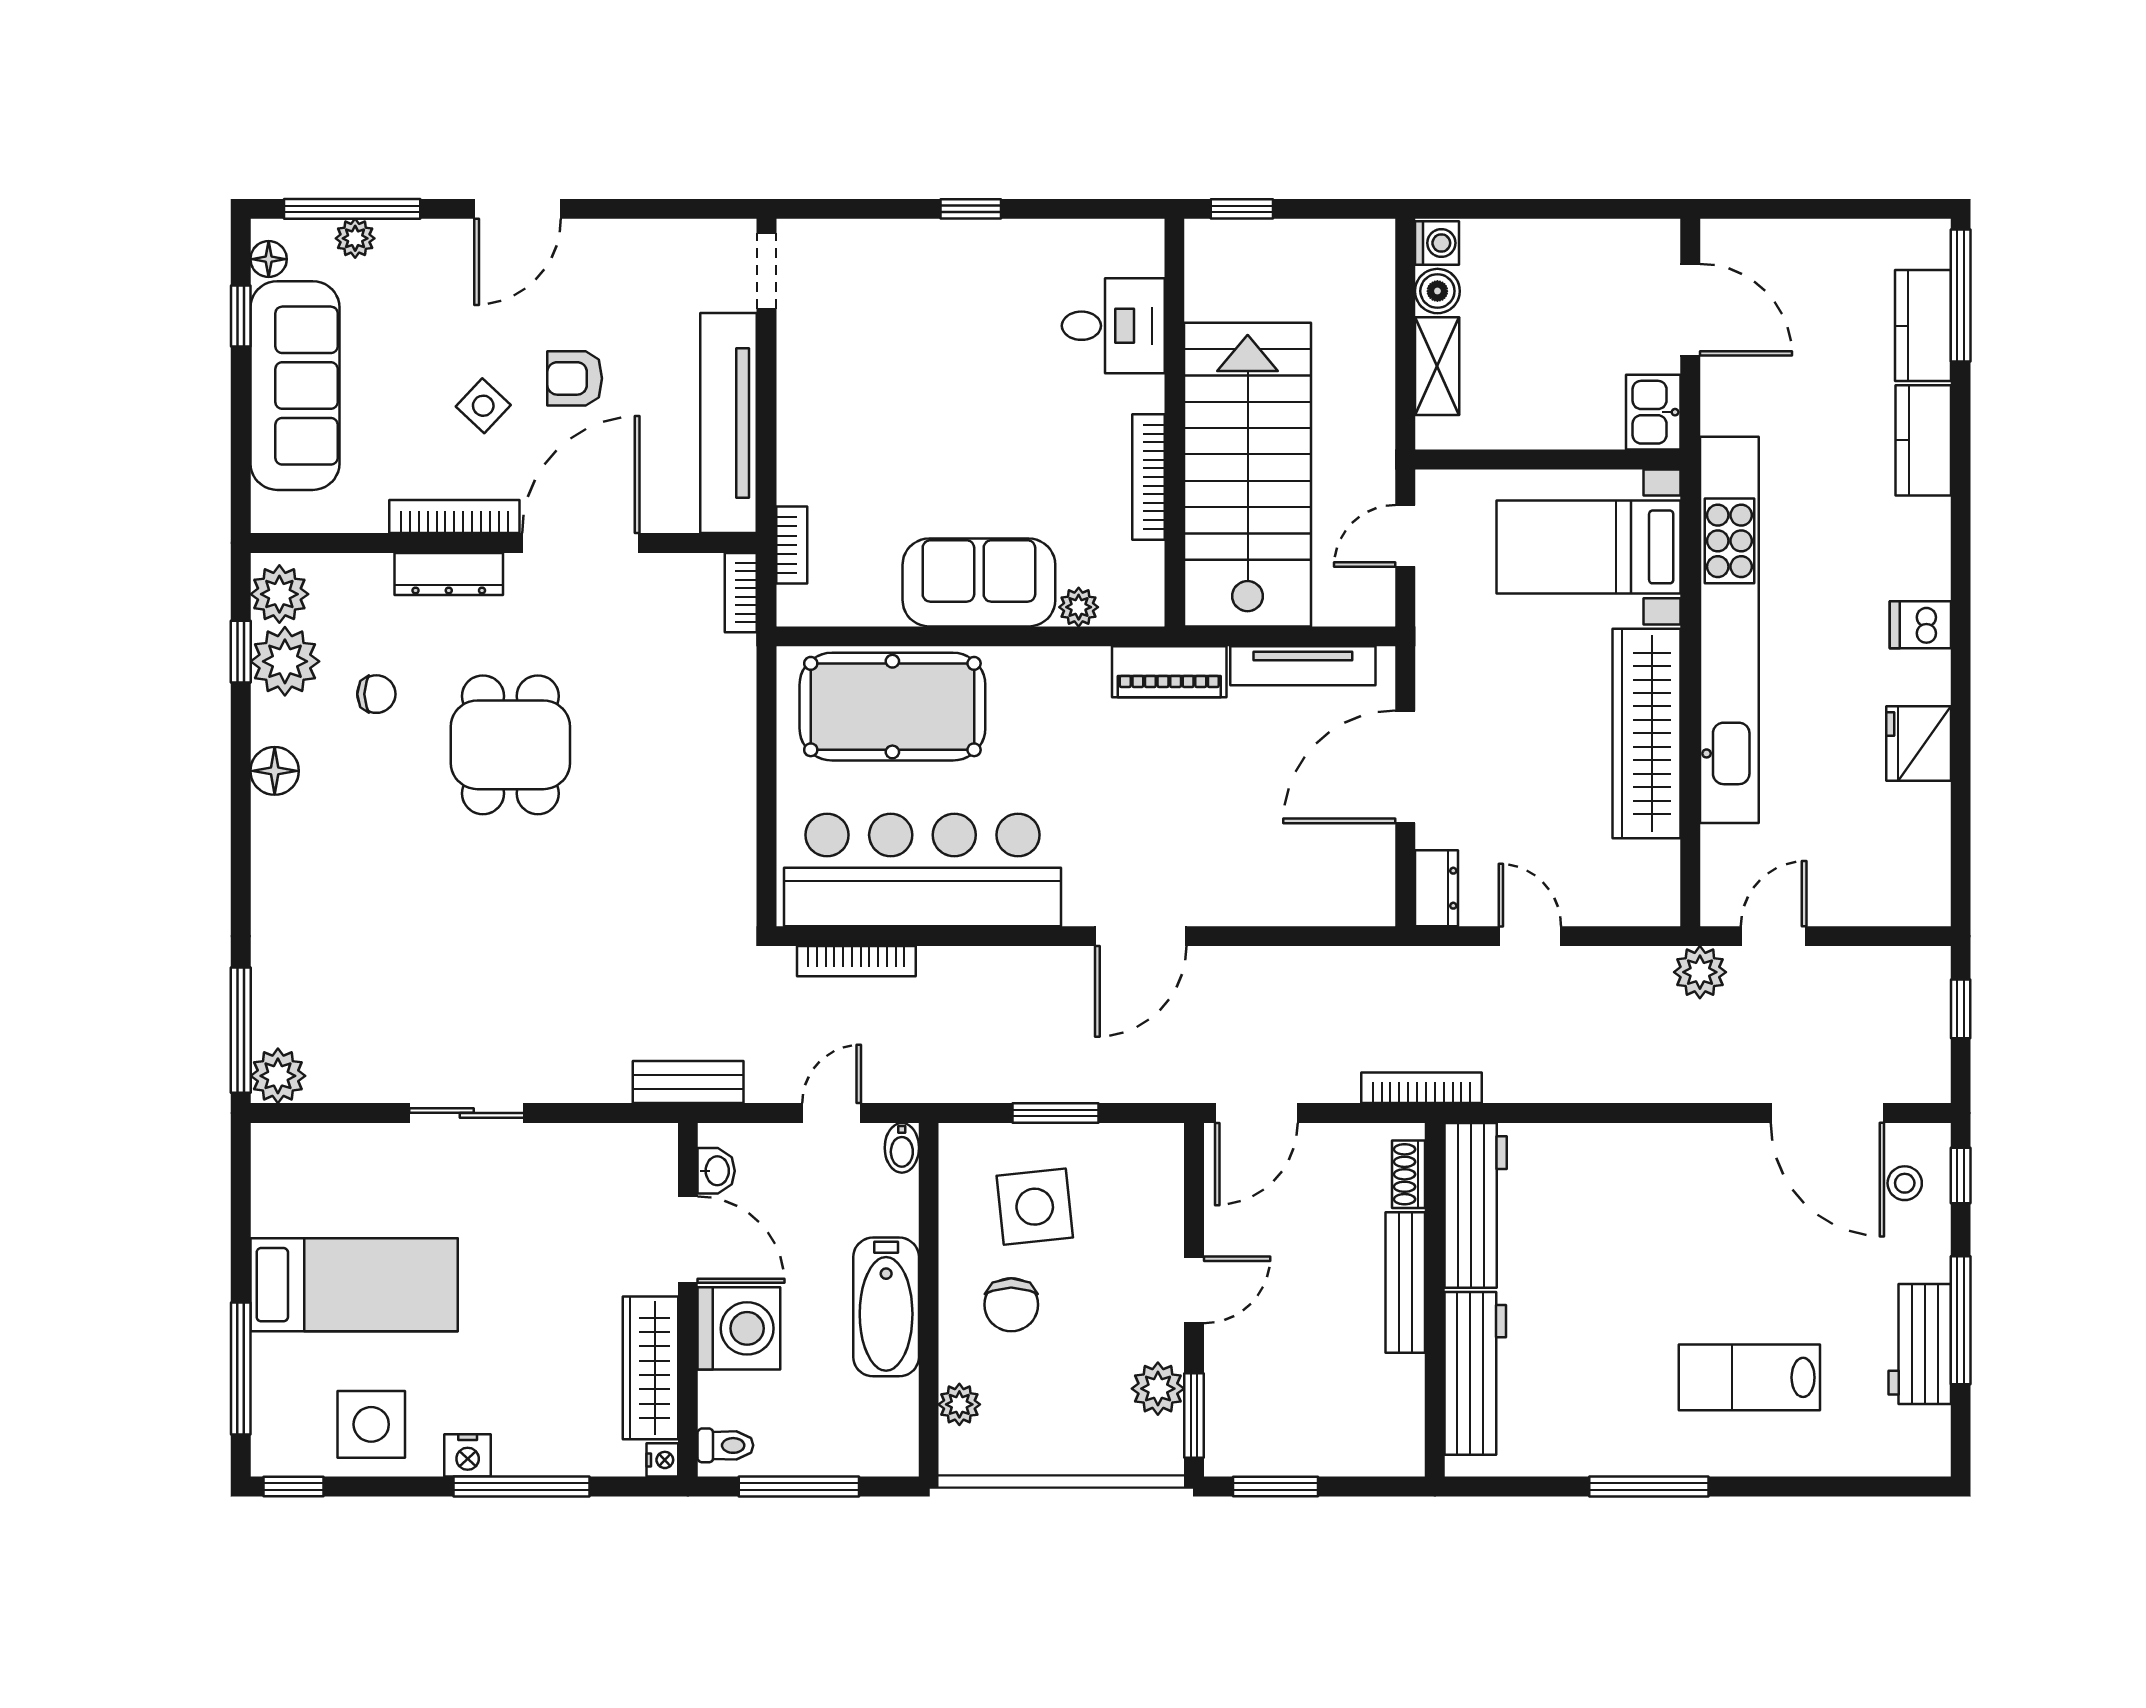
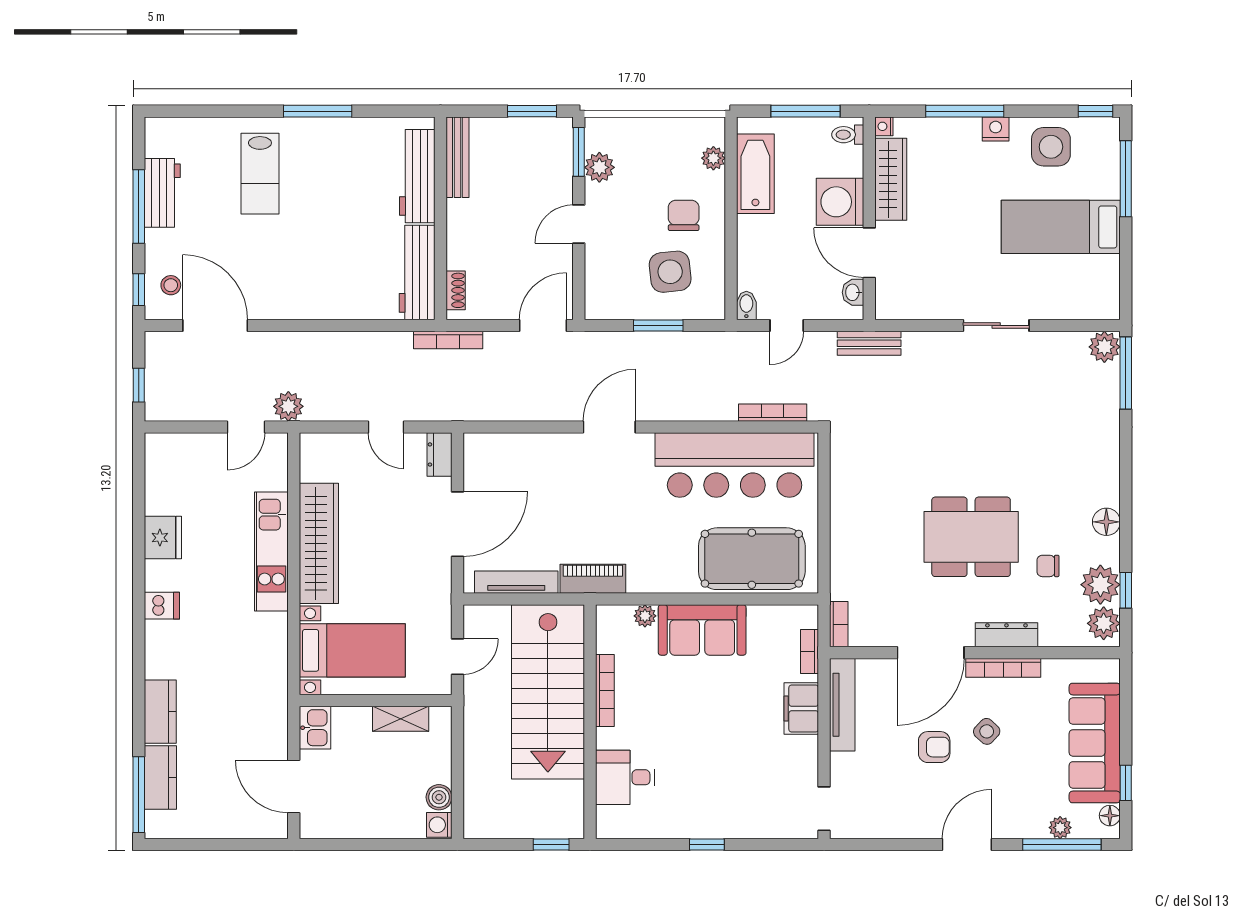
shelving: (1437, 366) -> (401, 719), moved, turned 90
tv unit: (728, 423) -> (842, 705), width x0.73, depth x0.78
filing cabinet: (806, 446) -> (801, 709), added
kitchen unit: (1729, 630) -> (271, 552), width x0.54
dining table: (510, 745) -> (971, 537), width x1.38
bench: (1405, 1283) -> (457, 157), moved
bathtub: (886, 1307) -> (755, 174), moved
lab bench: (1749, 1377) -> (260, 174), turned 90

